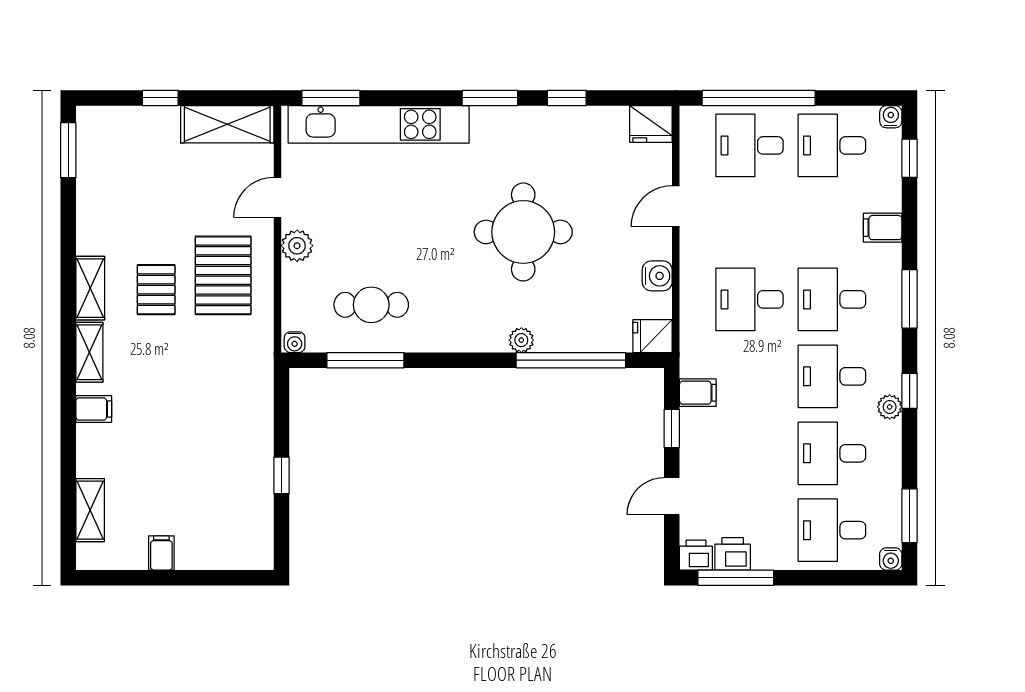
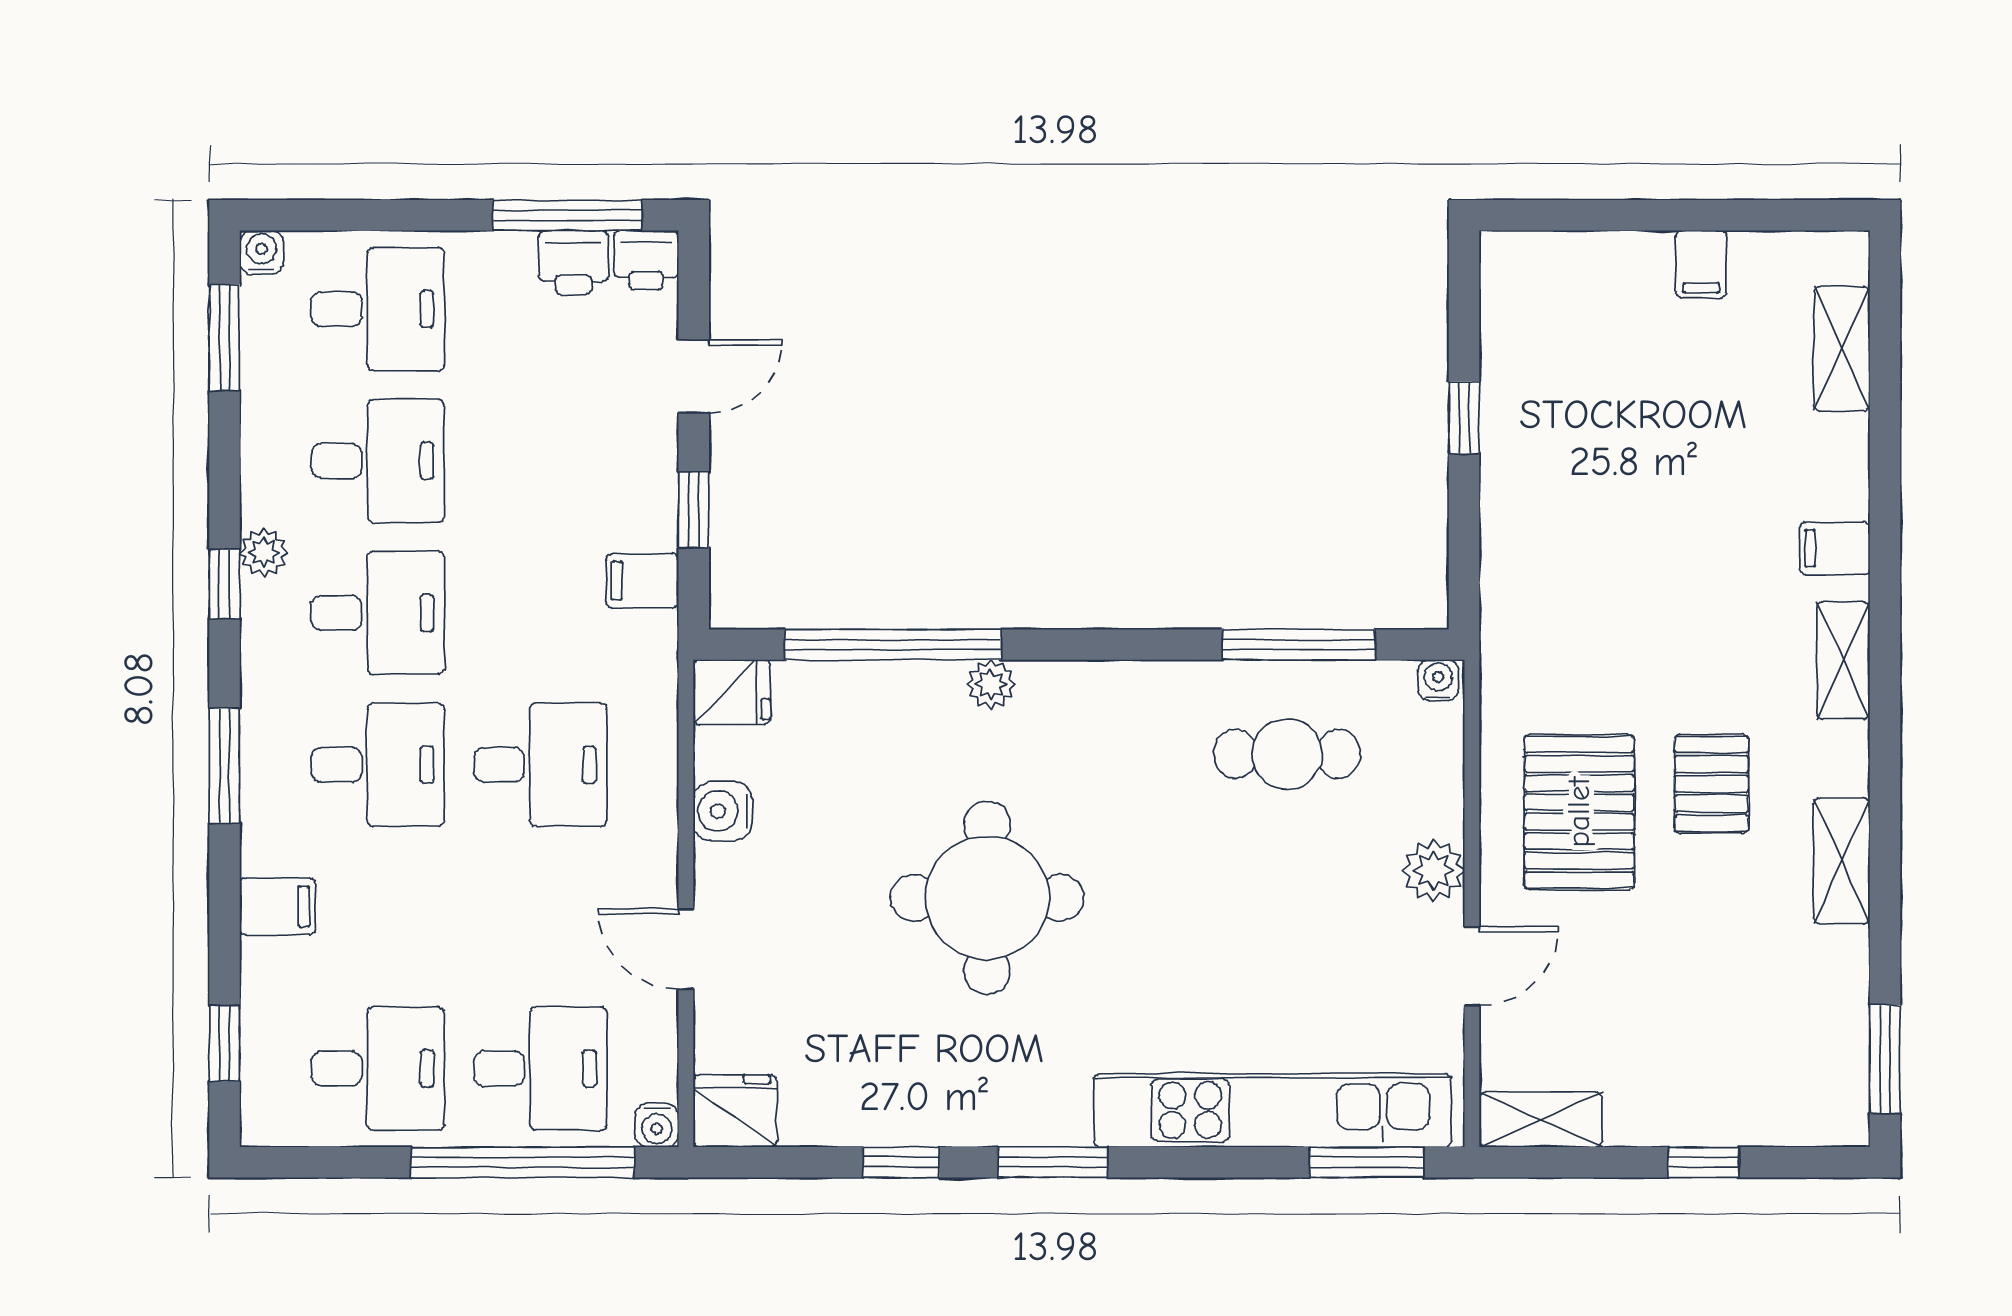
water cooler: (891, 117) -> (657, 1125), moved
shelving: (227, 124) -> (1541, 1120), width x0.67, depth x0.75
door: (676, 206) -> (686, 949), swing flipped
shelving: (90, 288) -> (1842, 861), moved

